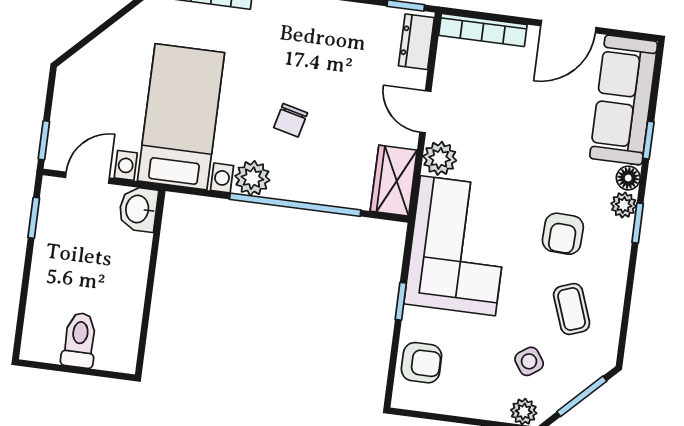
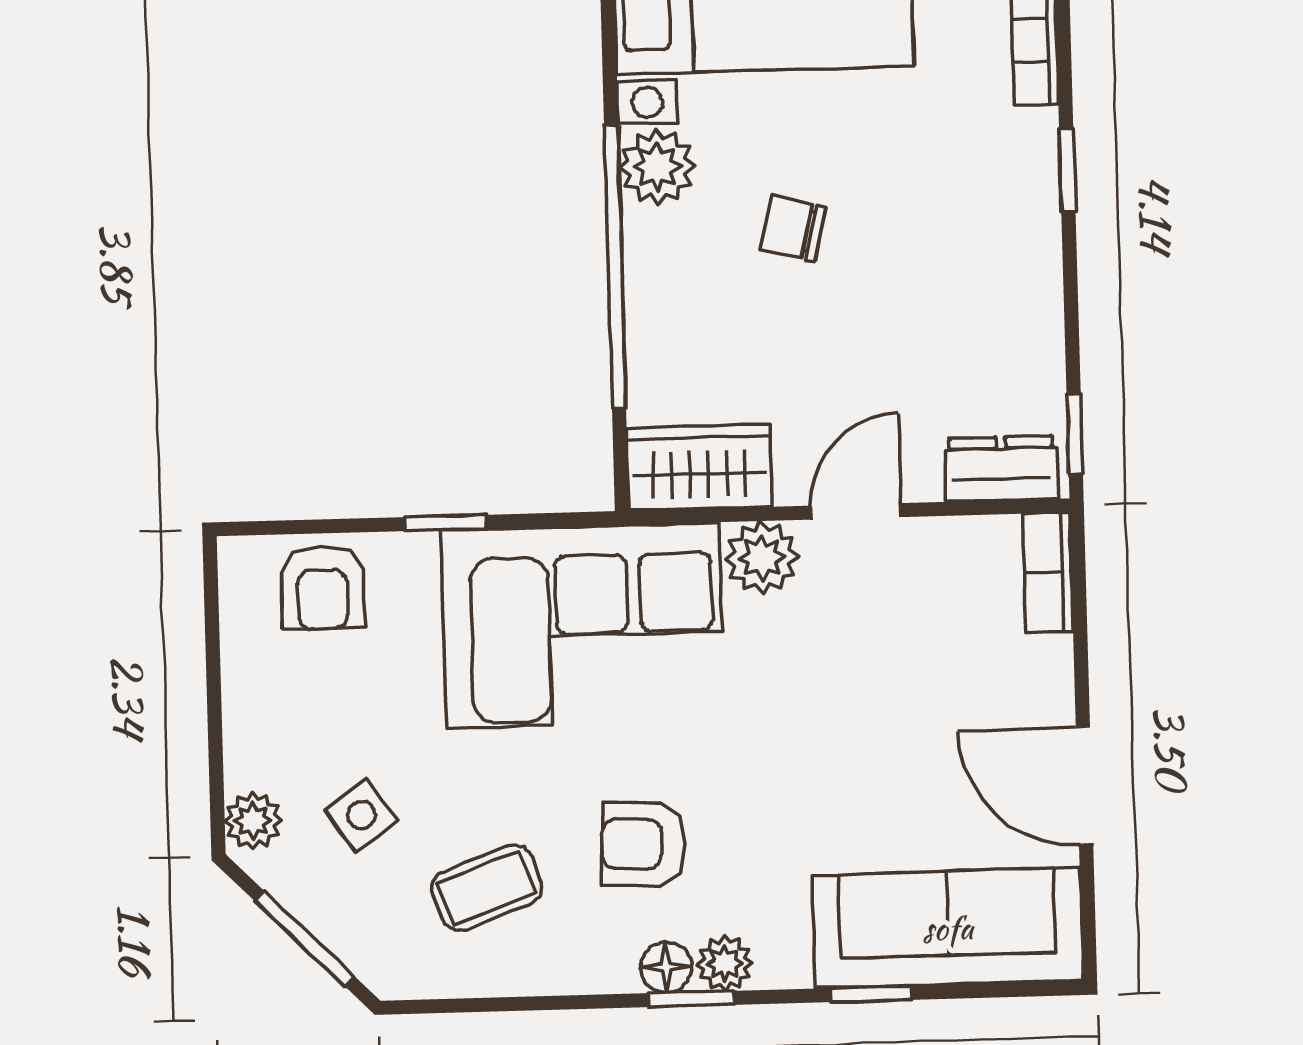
bookcase: (483, 30) -> (1048, 573), width x0.64
floor lamp: (628, 178) -> (666, 967), moved

